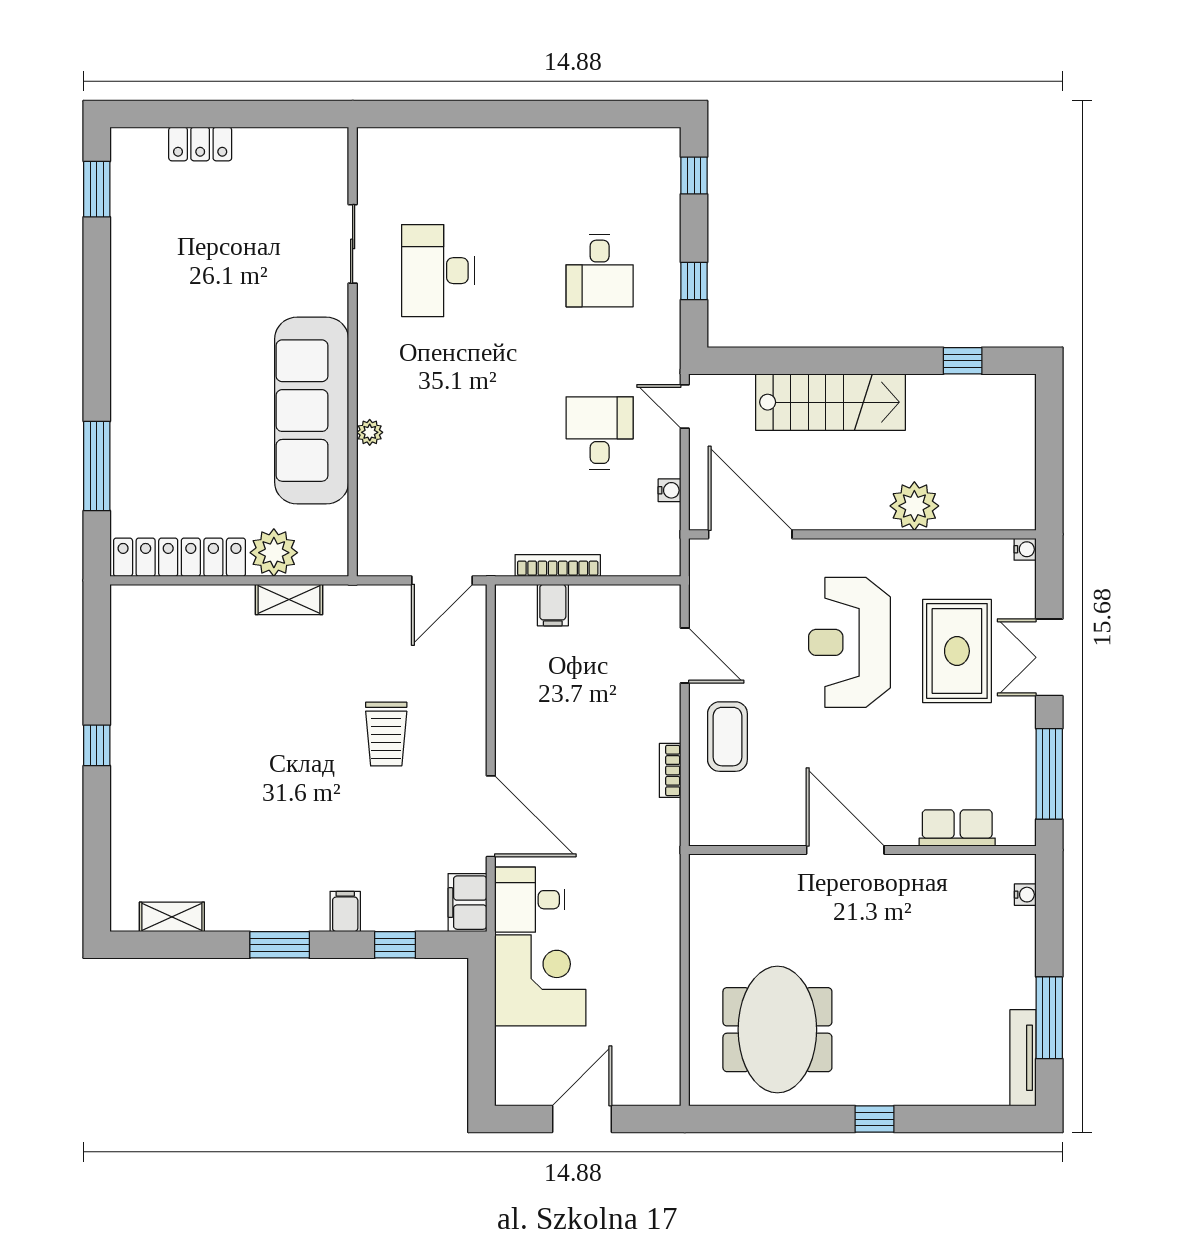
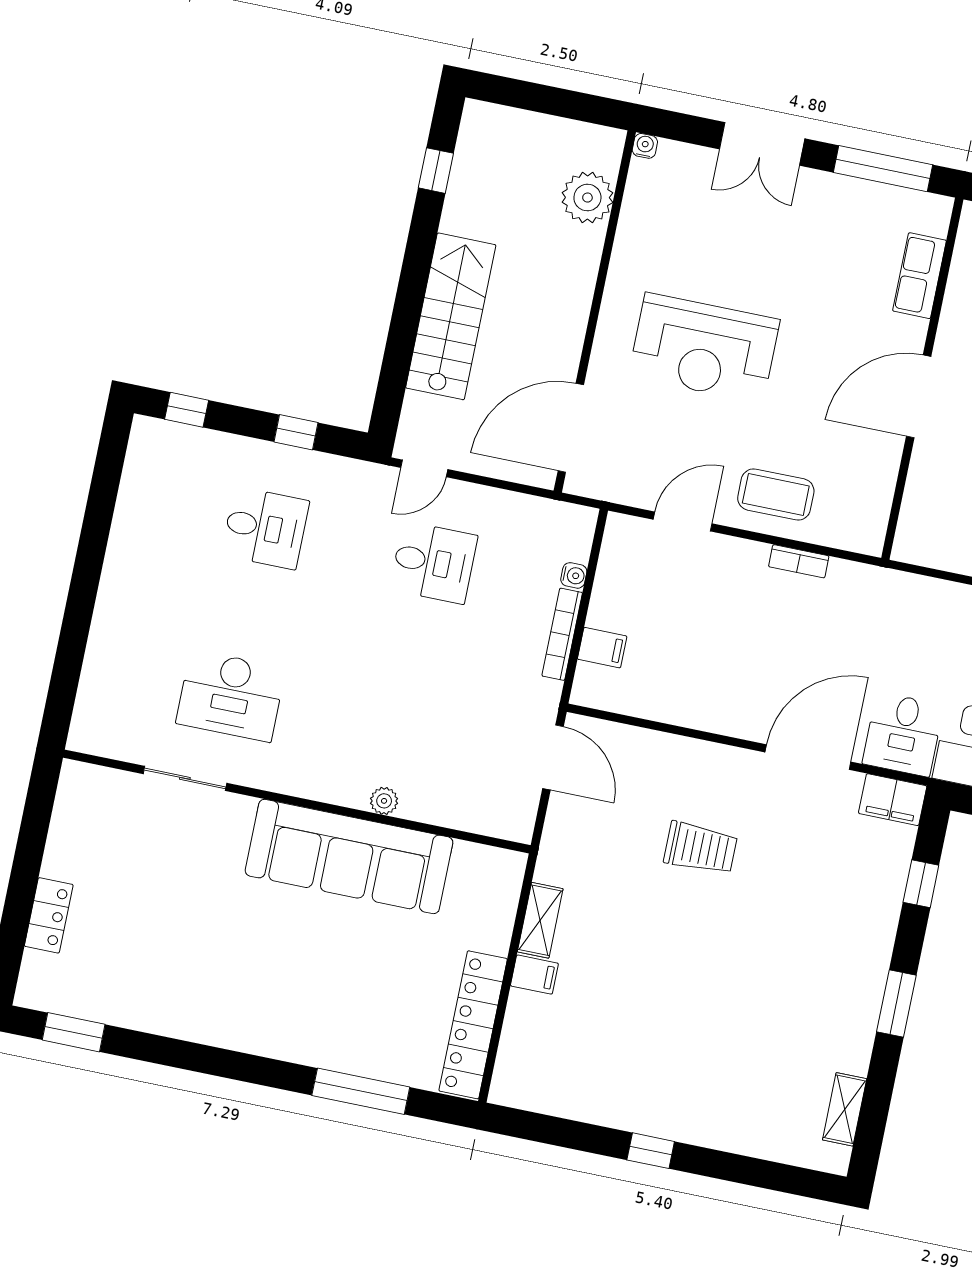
desk: (600, 433) -> (434, 563), turned 180
water cooler: (670, 490) -> (574, 575), moved, turned 90
plant: (914, 506) -> (587, 198), moved
plant: (274, 553) -> (488, 926), removed
rug: (957, 651) -> (736, 238), removed
filing cabinet: (345, 911) -> (534, 975), moved, turned 180

